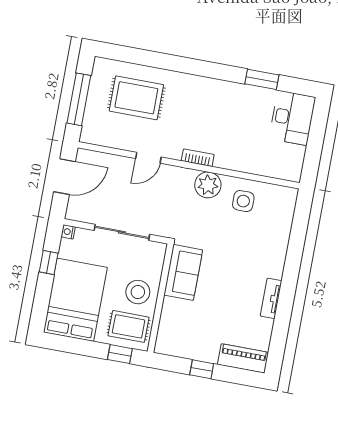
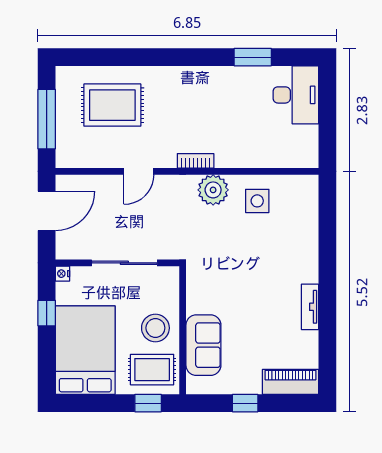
sofa: (183, 272) -> (203, 345), moved

